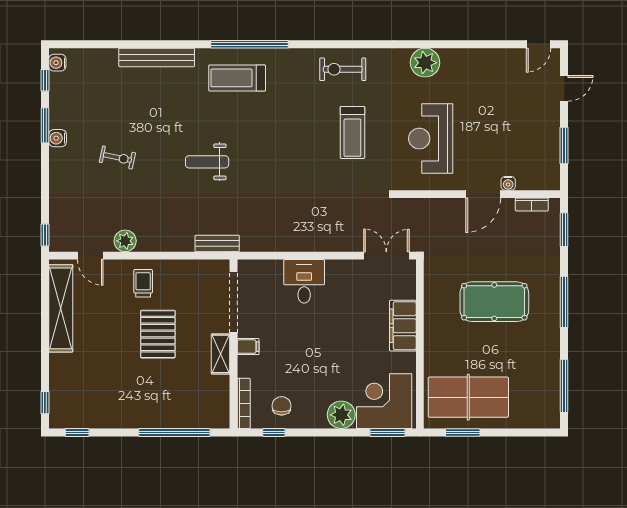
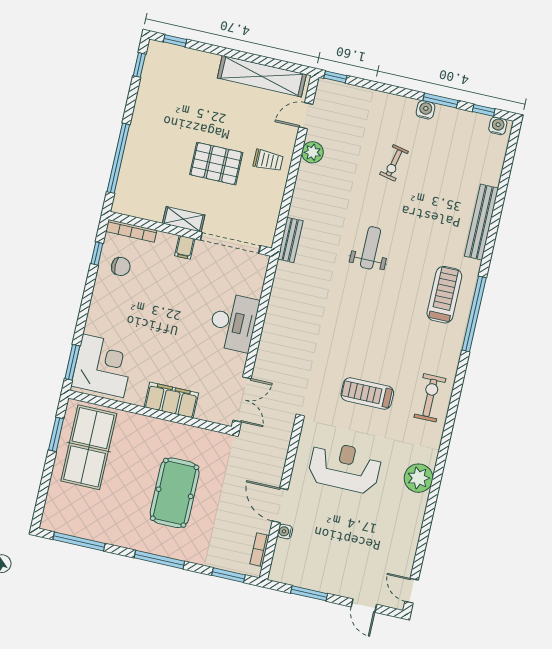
desk: (304, 281) -> (233, 322), width x1.37
plant: (341, 415) -> (99, 322), removed

